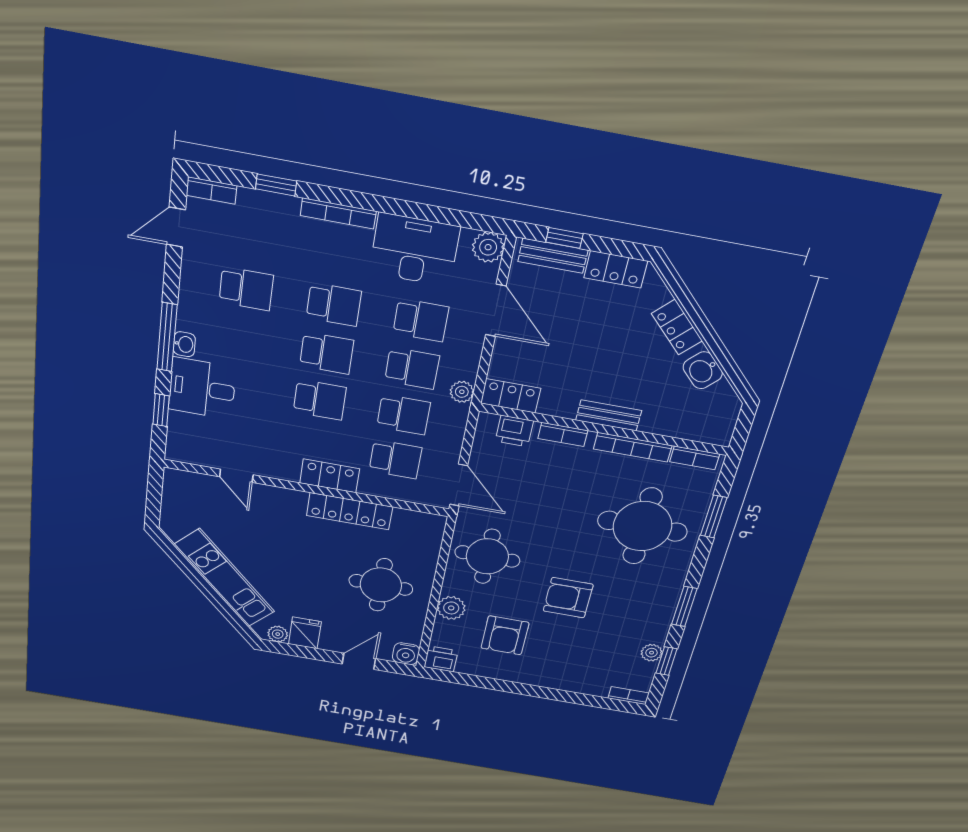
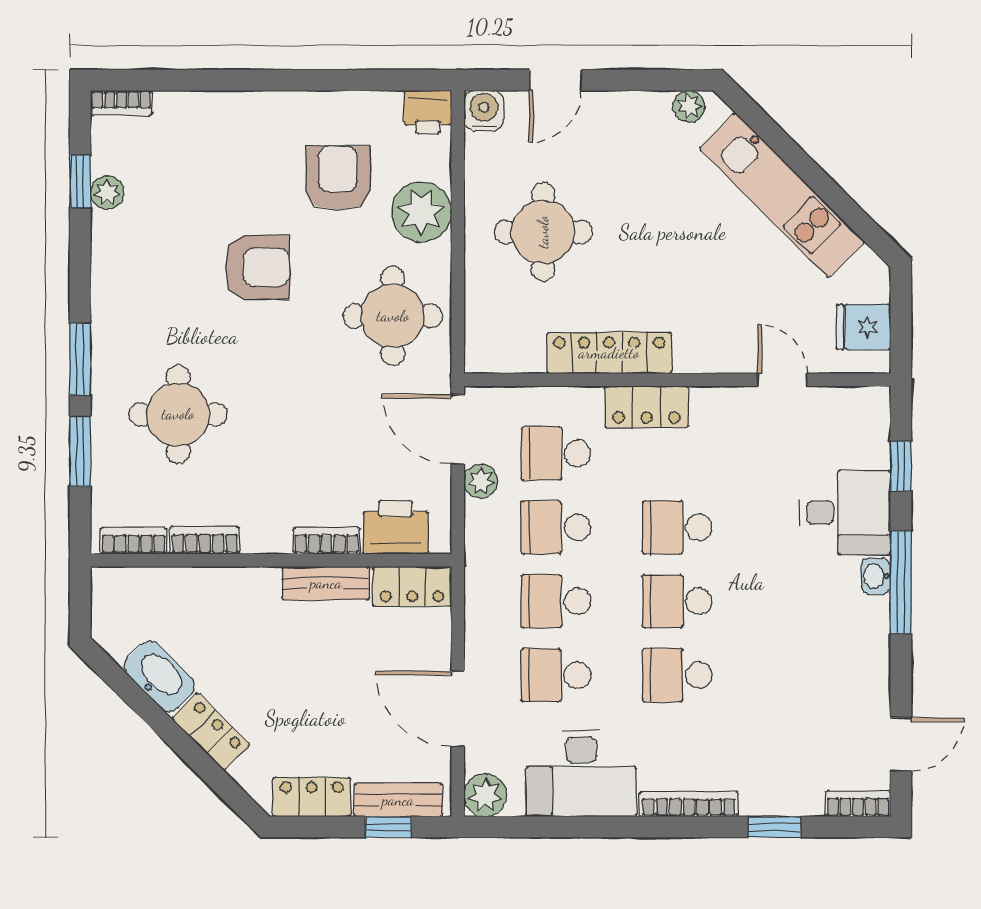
school desk: (246, 289) -> (798, 675), removed
washbasin: (703, 370) -> (159, 676), width x1.38
plant: (462, 392) -> (481, 481), moved
bench: (609, 415) -> (326, 583), moved
printer: (514, 431) -> (396, 527), width x1.36, depth x1.24
bookcase: (633, 447) -> (205, 540), width x0.64
round table: (642, 526) -> (178, 414), width x0.73, depth x0.73
window: (684, 606) -> (80, 359), moved
plant: (451, 608) -> (421, 212), width x1.36, depth x1.36
fridge: (305, 633) -> (863, 327), moved, turned 90

